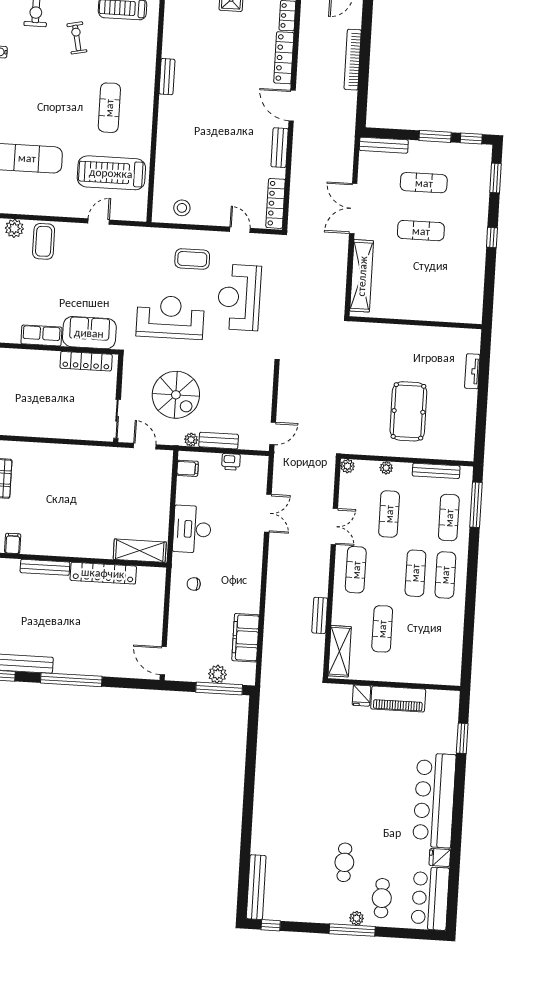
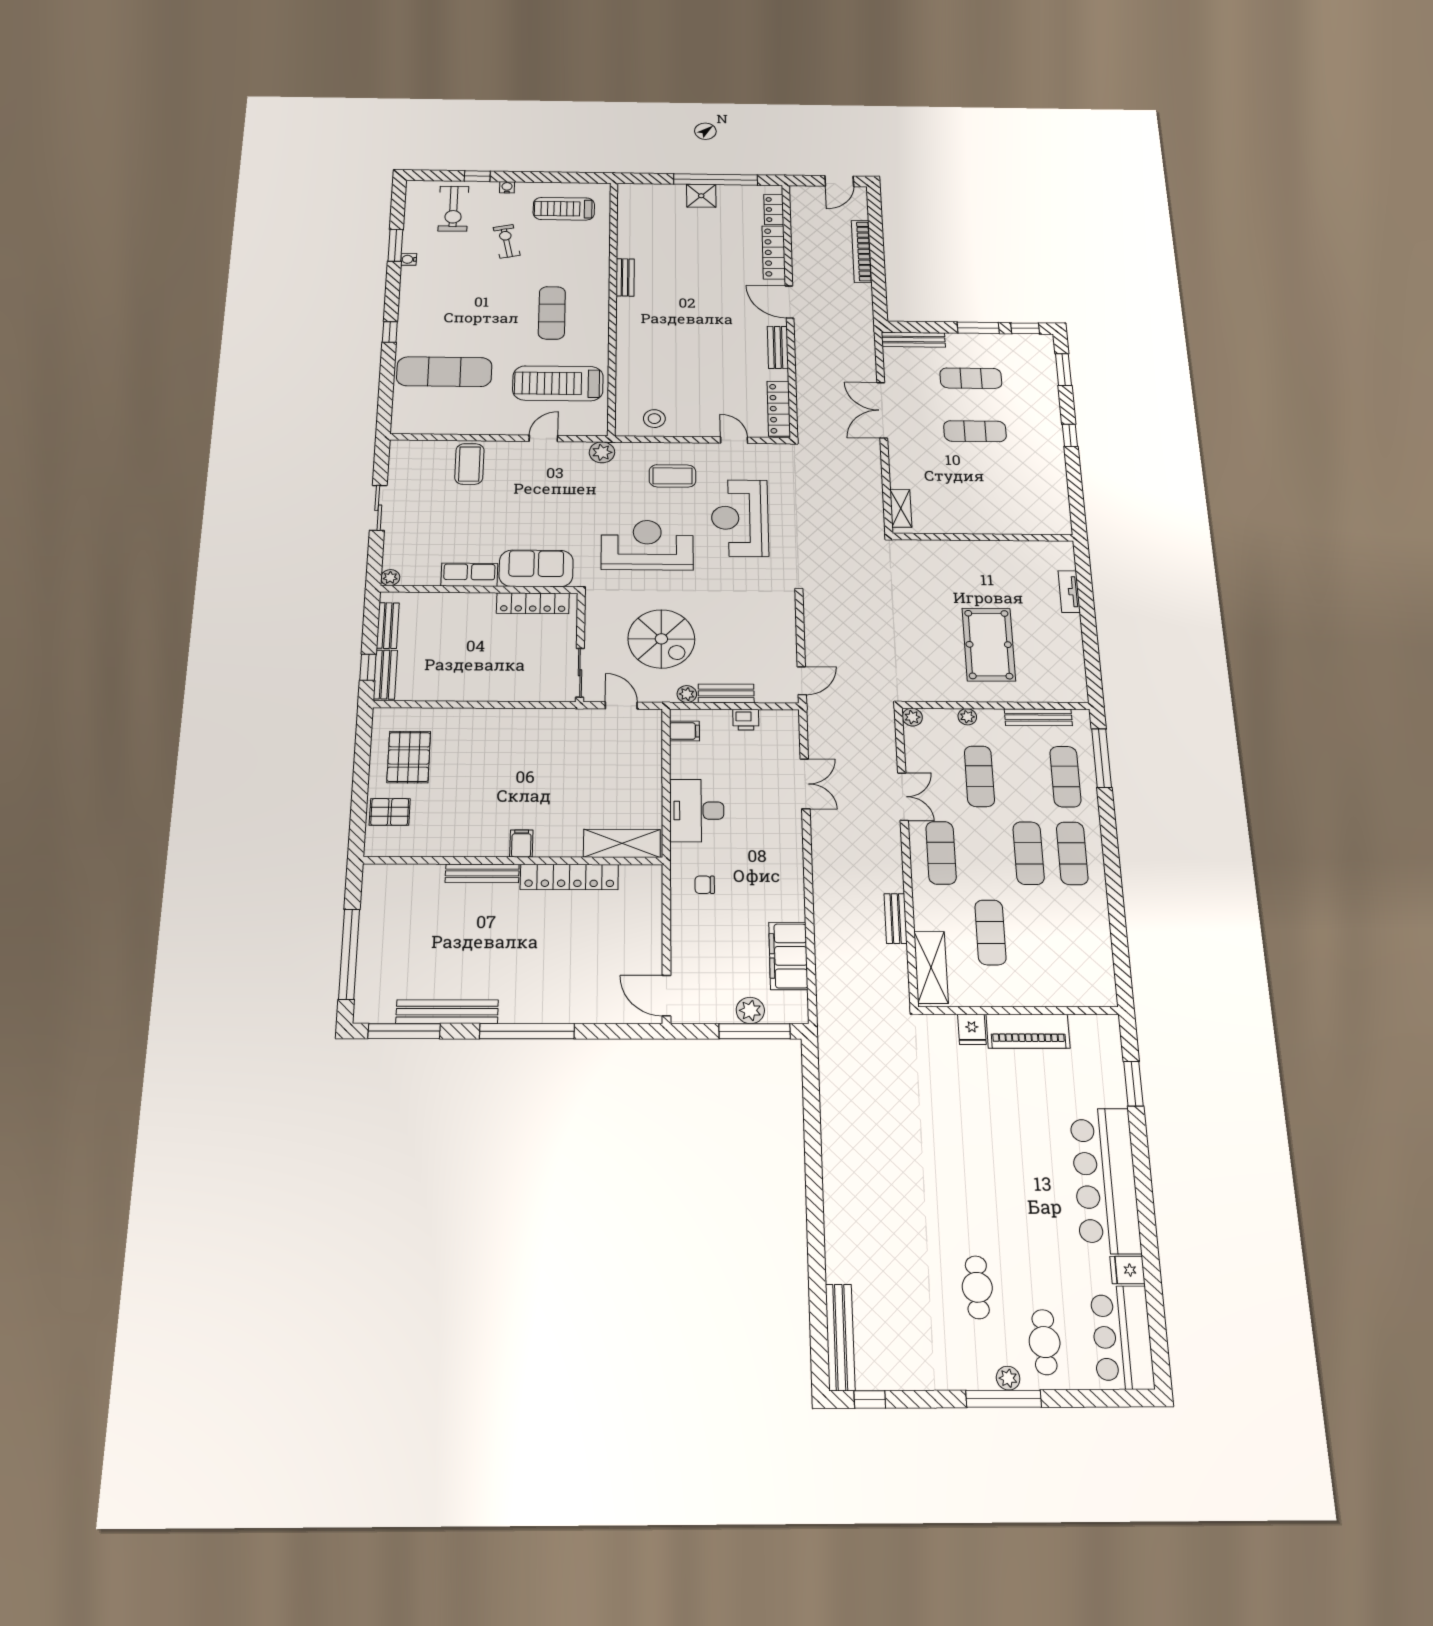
plant: (14, 228) -> (602, 452), moved
shelving: (362, 276) -> (901, 508), width x0.45, depth x0.75
filing cabinet: (13, 543) -> (521, 843), moved

